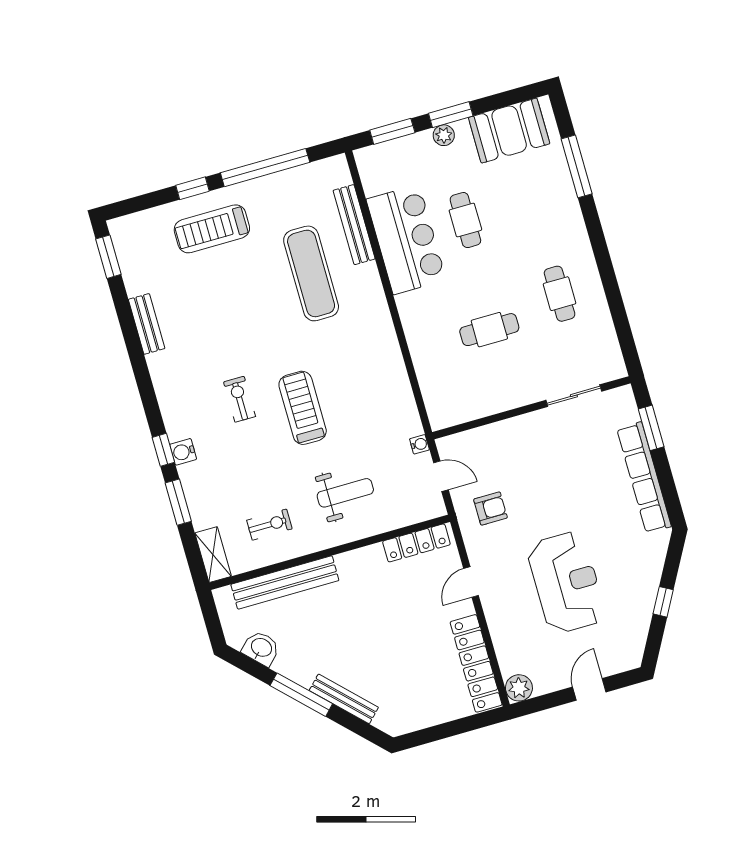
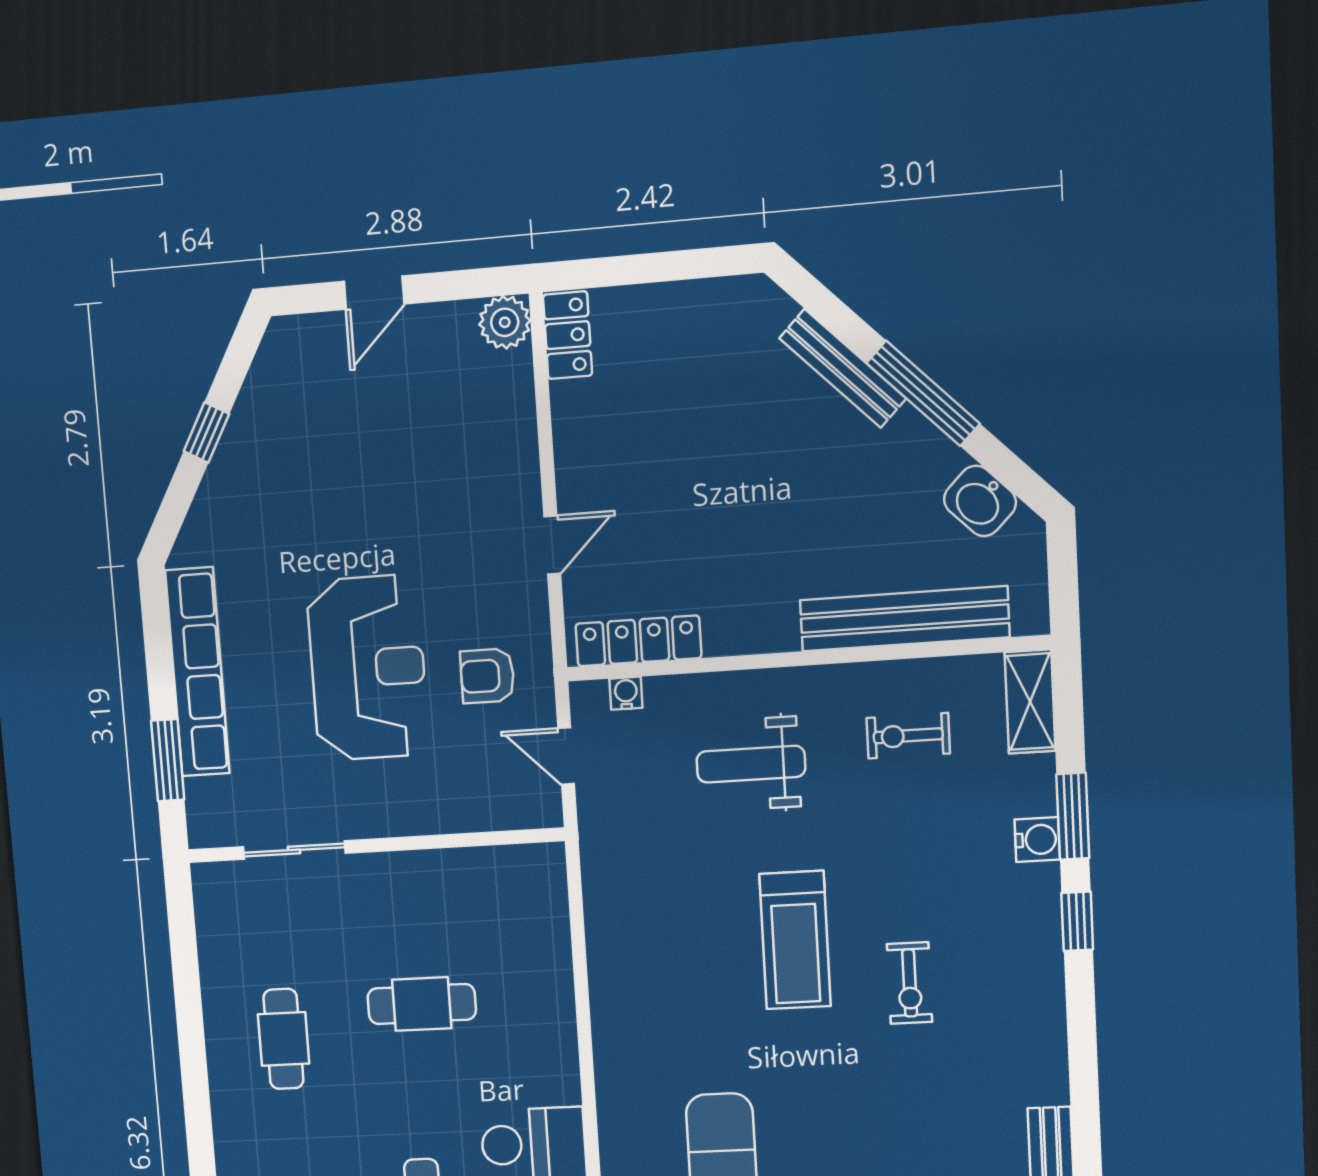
water cooler: (419, 444) -> (626, 693), moved, turned 90
water cooler: (183, 452) -> (1037, 840), moved
reception desk: (566, 582) -> (368, 668), moved, turned 180
locker: (476, 663) -> (568, 335), width x0.46, depth x0.83

